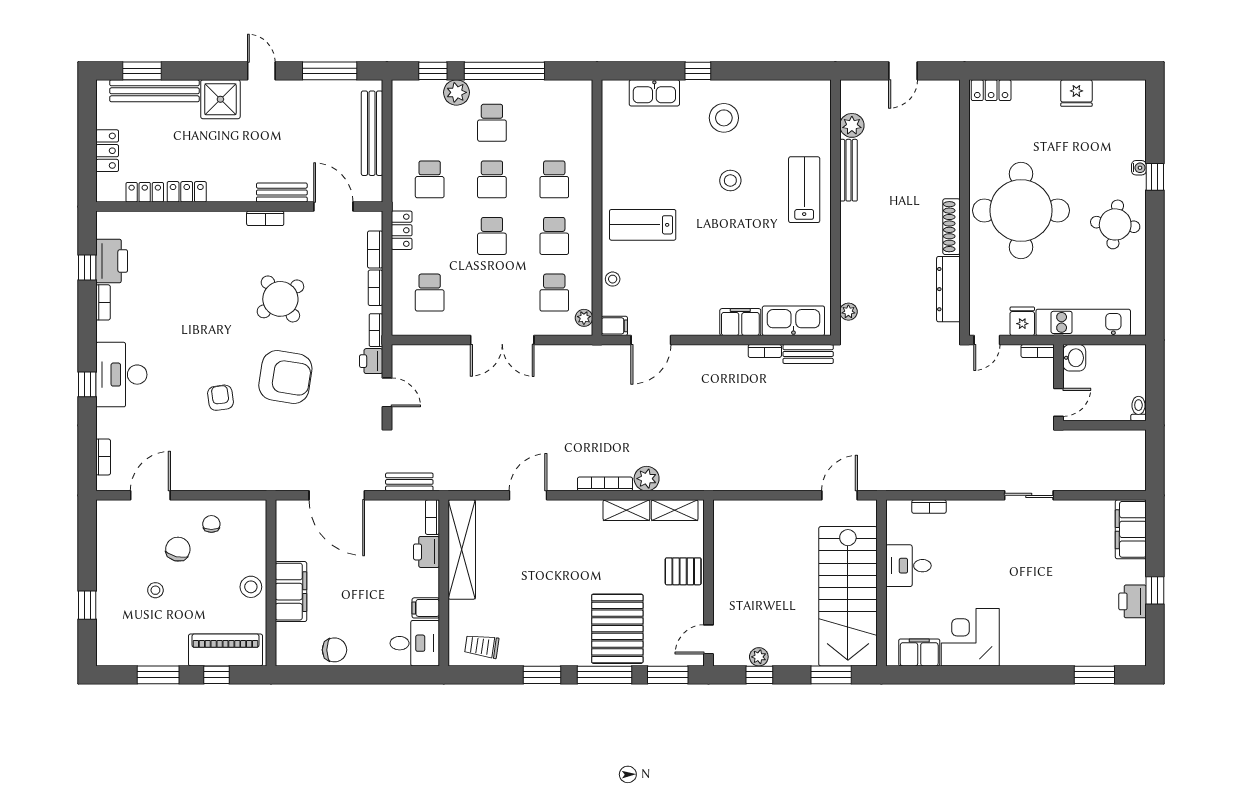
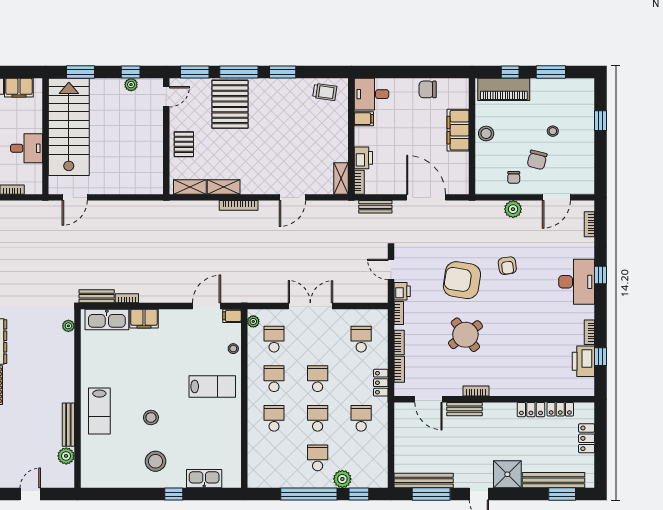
bench: (372, 133) -> (424, 481), moved, turned 90
plant: (647, 479) -> (513, 209), moved
shelving: (462, 550) -> (341, 179), width x0.45, depth x0.75
pallet: (683, 571) -> (184, 144), turned 90

